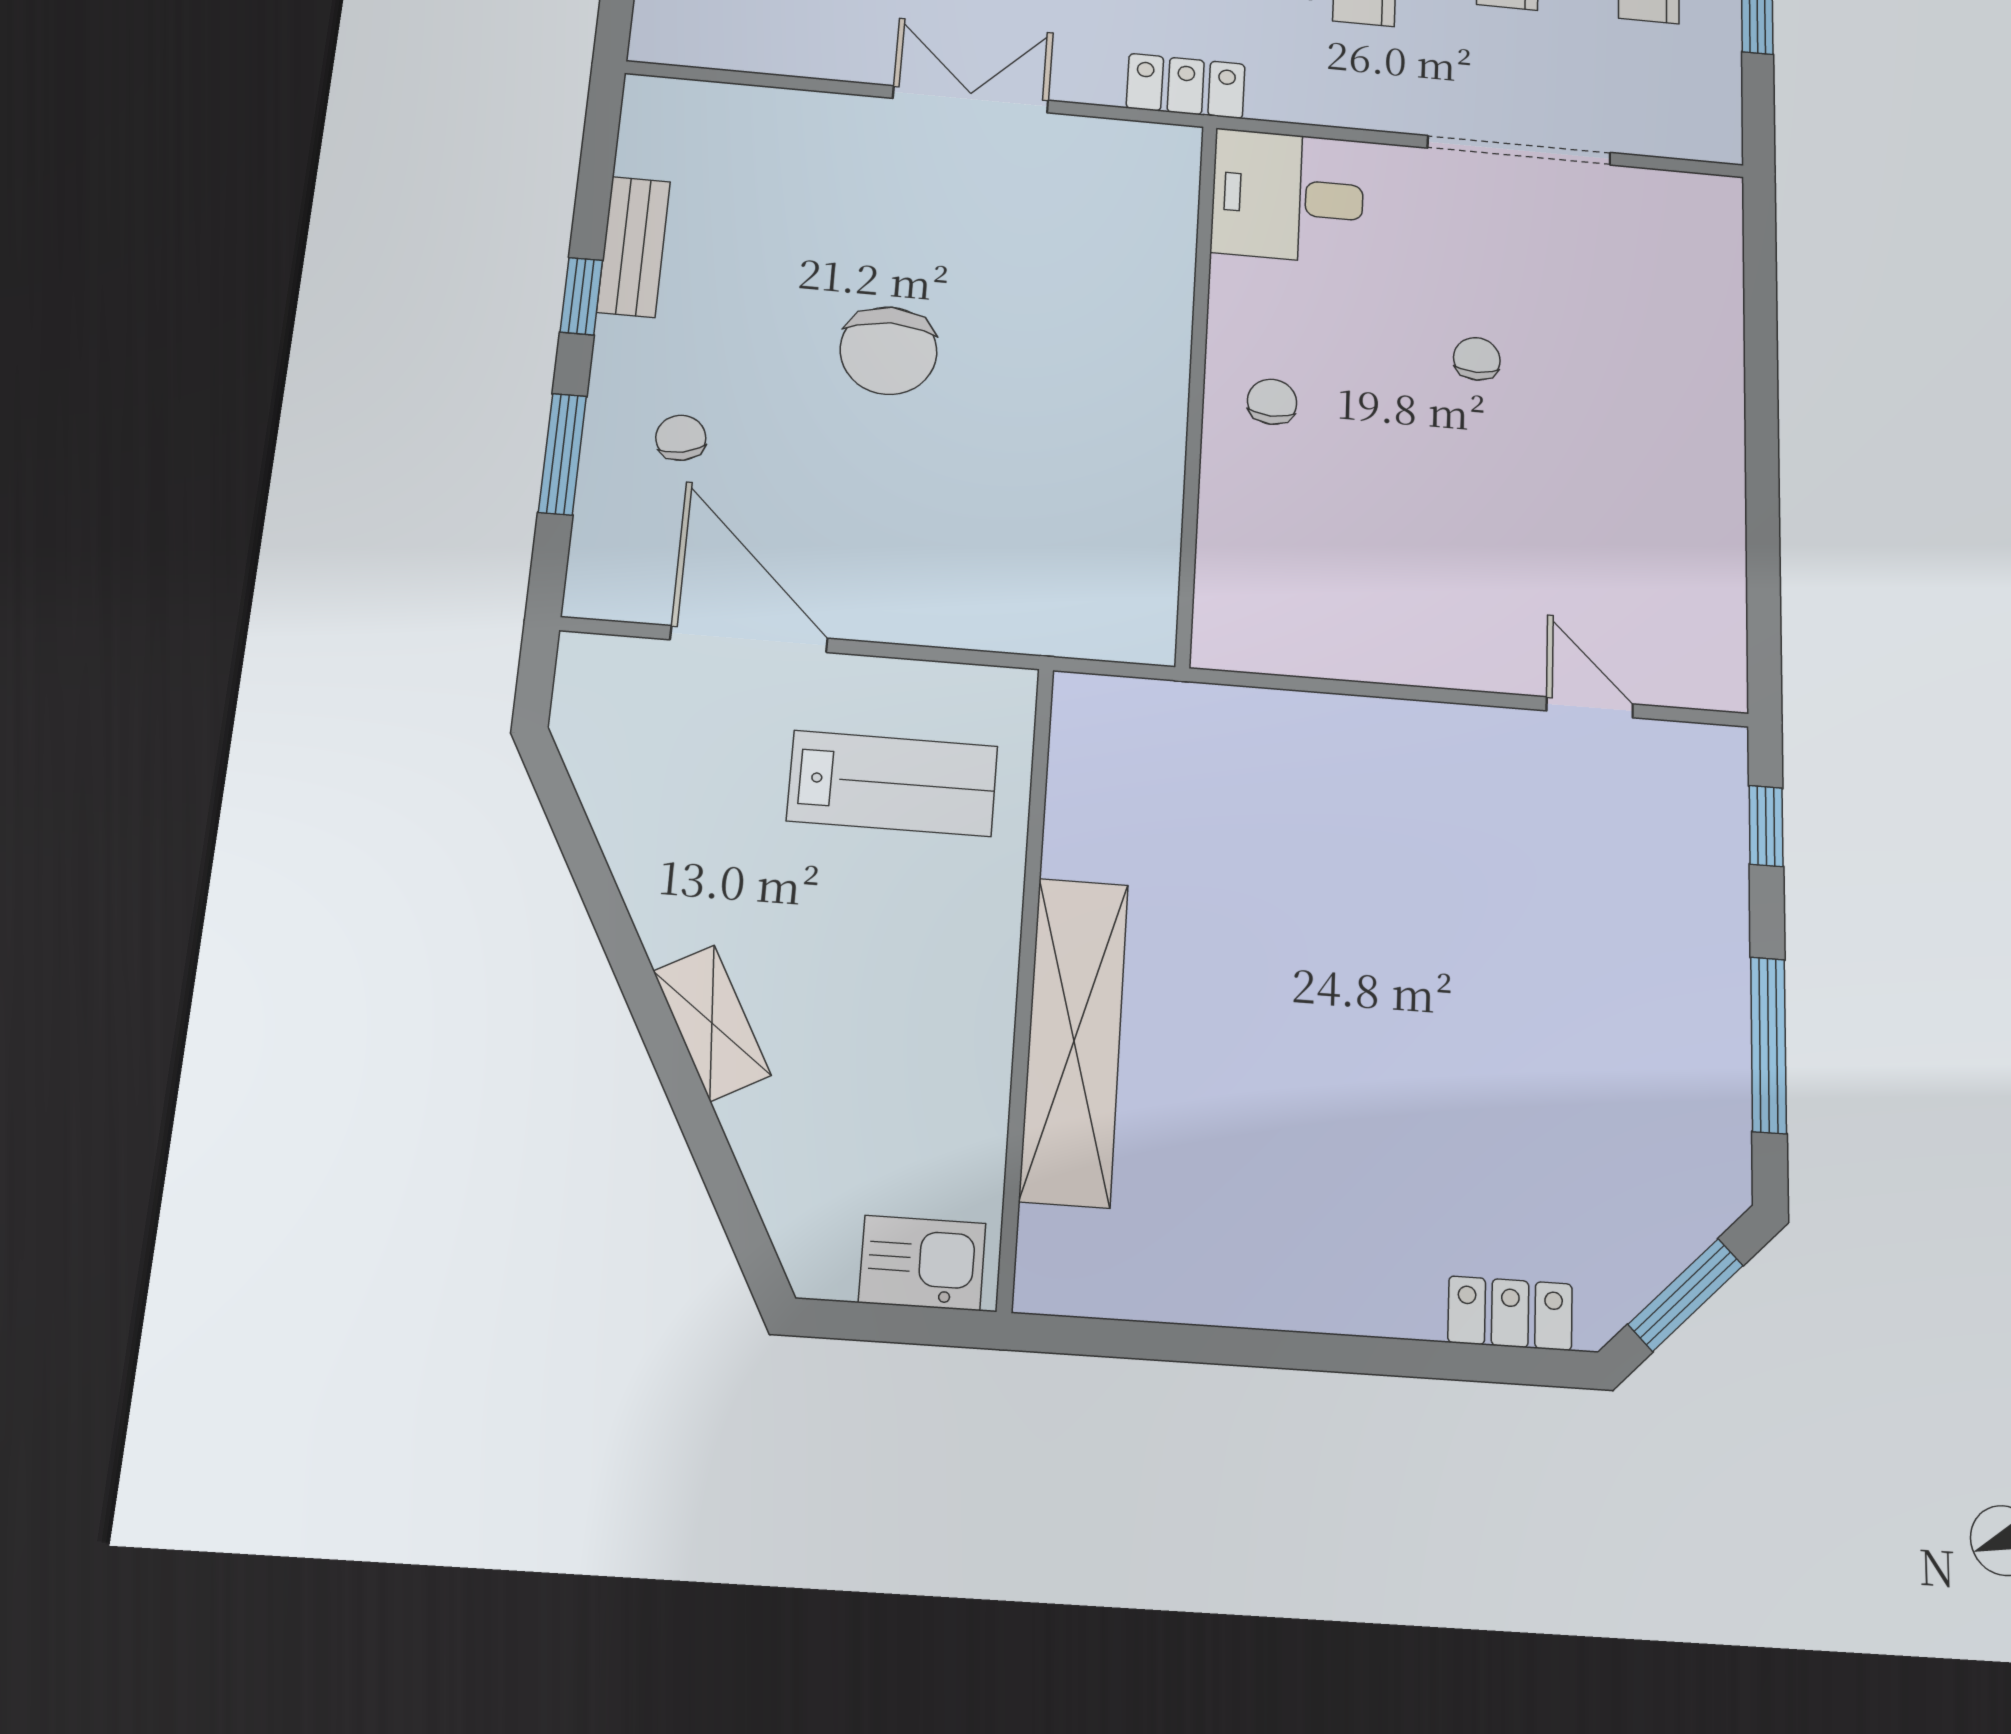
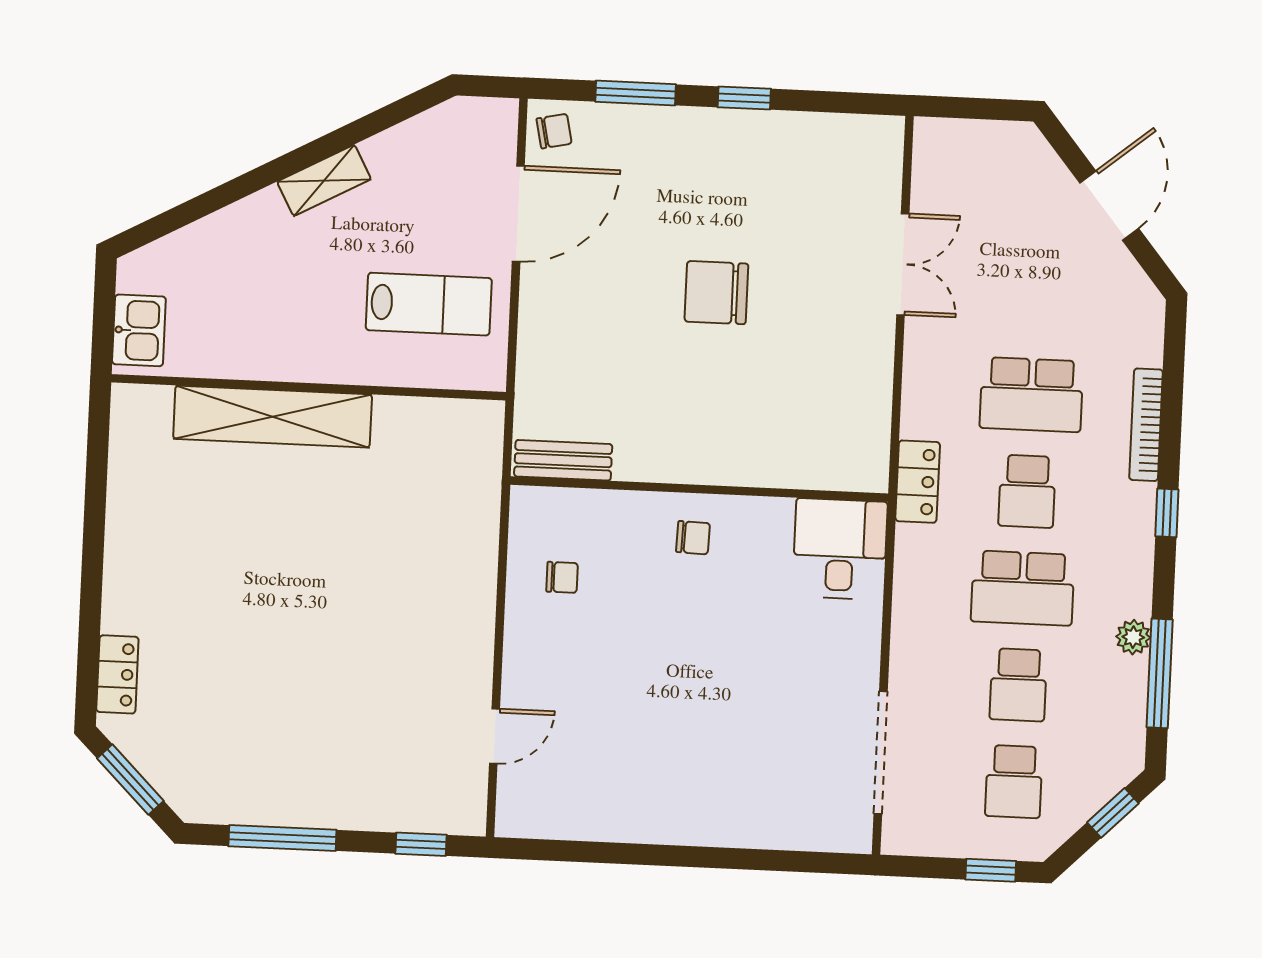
double door: (971, 99) -> (903, 264), moved
doorway: (1519, 150) -> (881, 752), moved
bench: (634, 247) -> (563, 460), moved
chair: (1477, 359) -> (562, 577), moved
chair: (681, 438) -> (554, 131), moved
lab bench: (892, 783) -> (429, 304), turned -90
shelving: (712, 1023) -> (324, 180), moved

